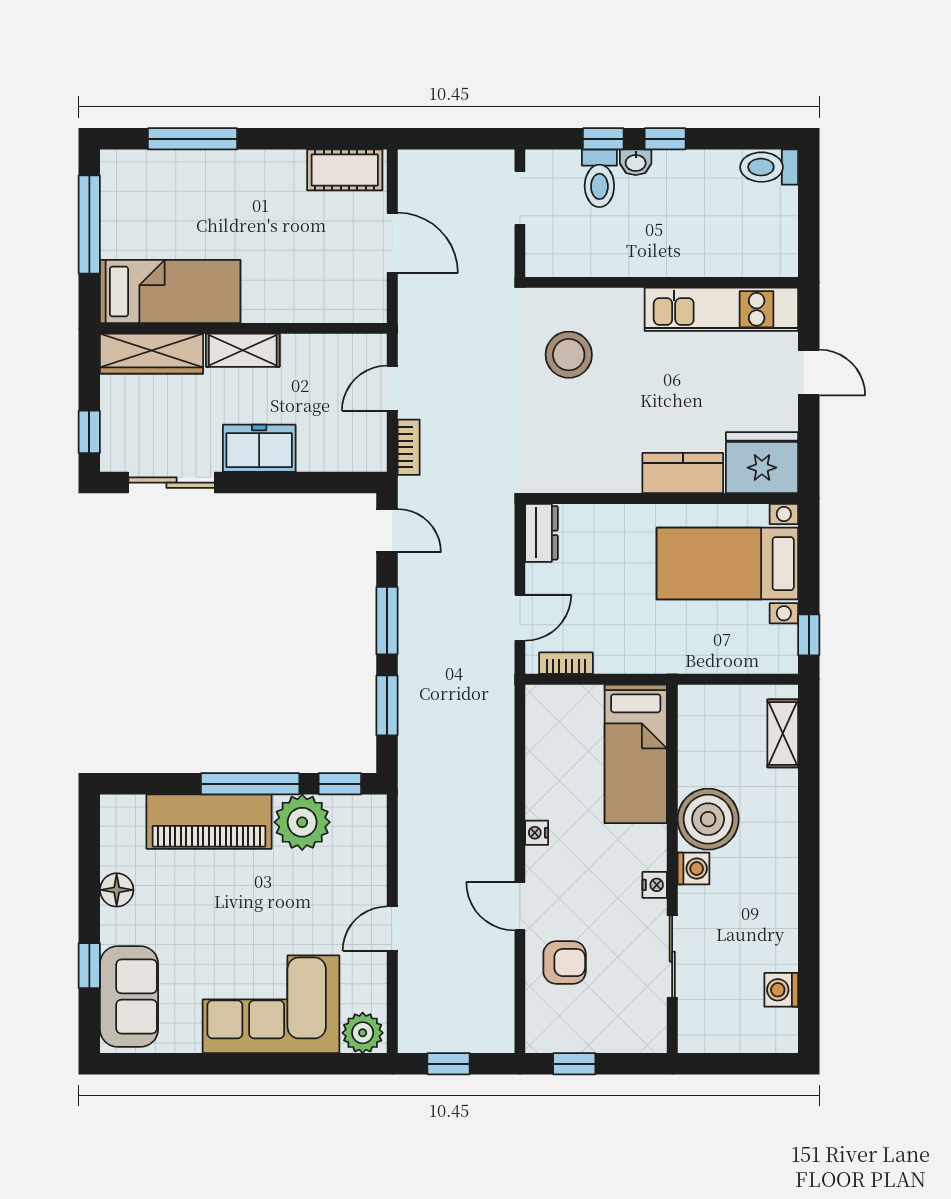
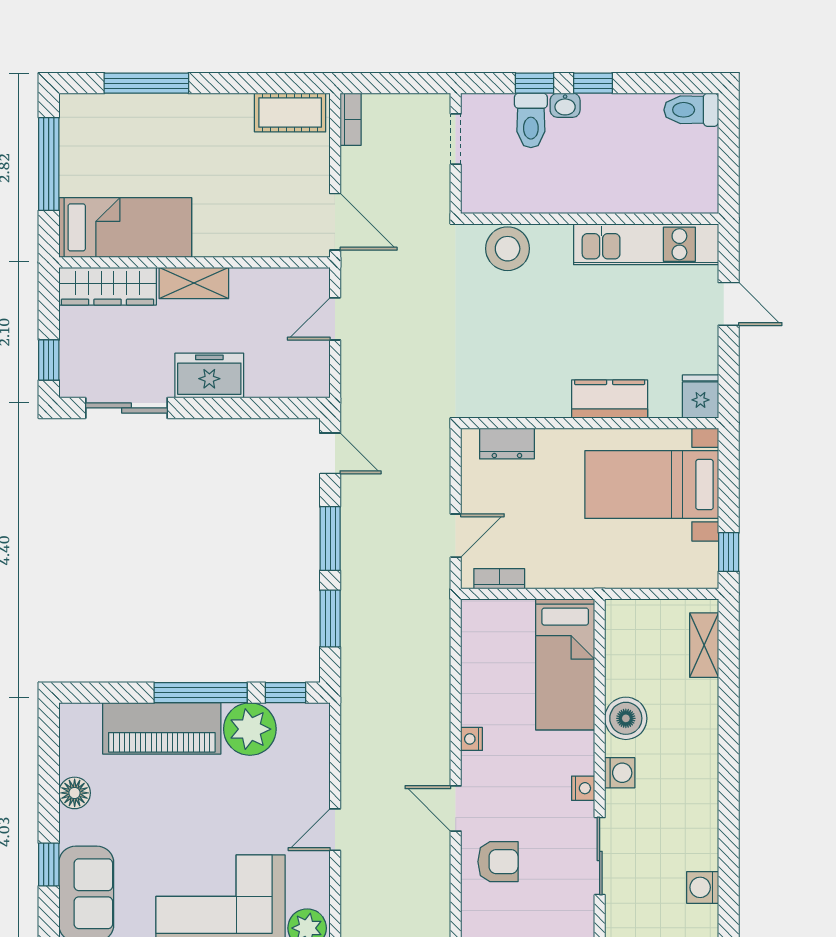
door: (392, 243) -> (335, 222), moved
stool: (569, 355) -> (508, 249), moved
bookcase: (409, 447) -> (351, 119), moved
fridge: (762, 463) -> (700, 396), width x0.53, depth x0.75
dresser: (541, 533) -> (507, 443), moved, turned 90
boiler: (708, 819) -> (626, 718), width x0.73, depth x0.73

